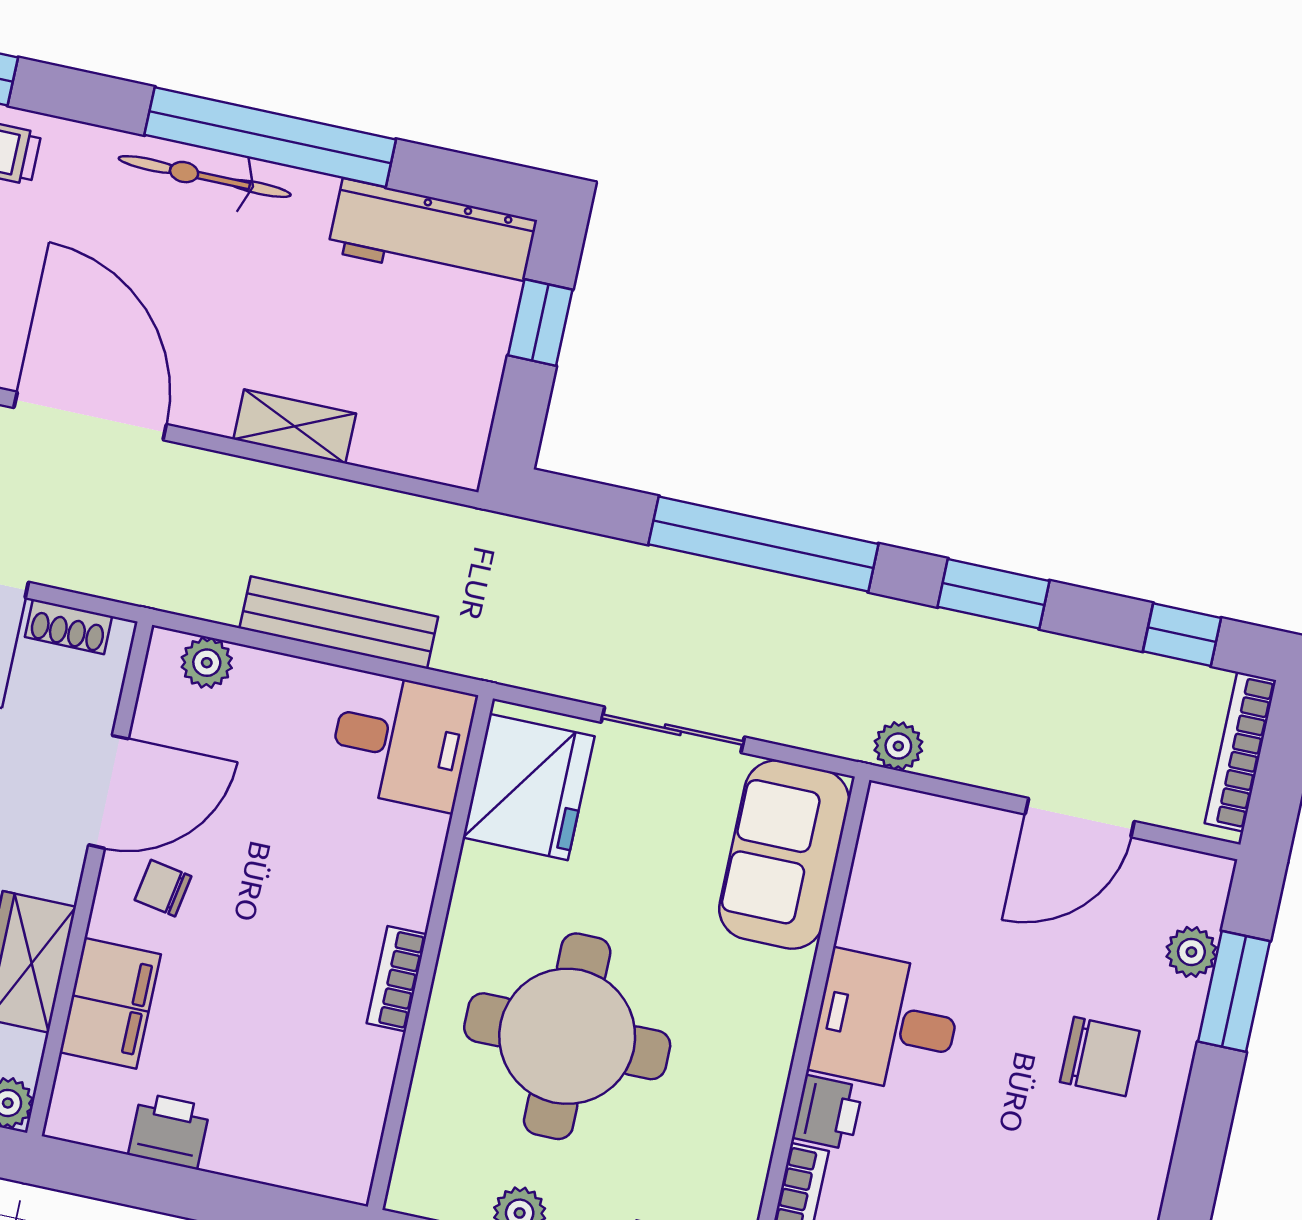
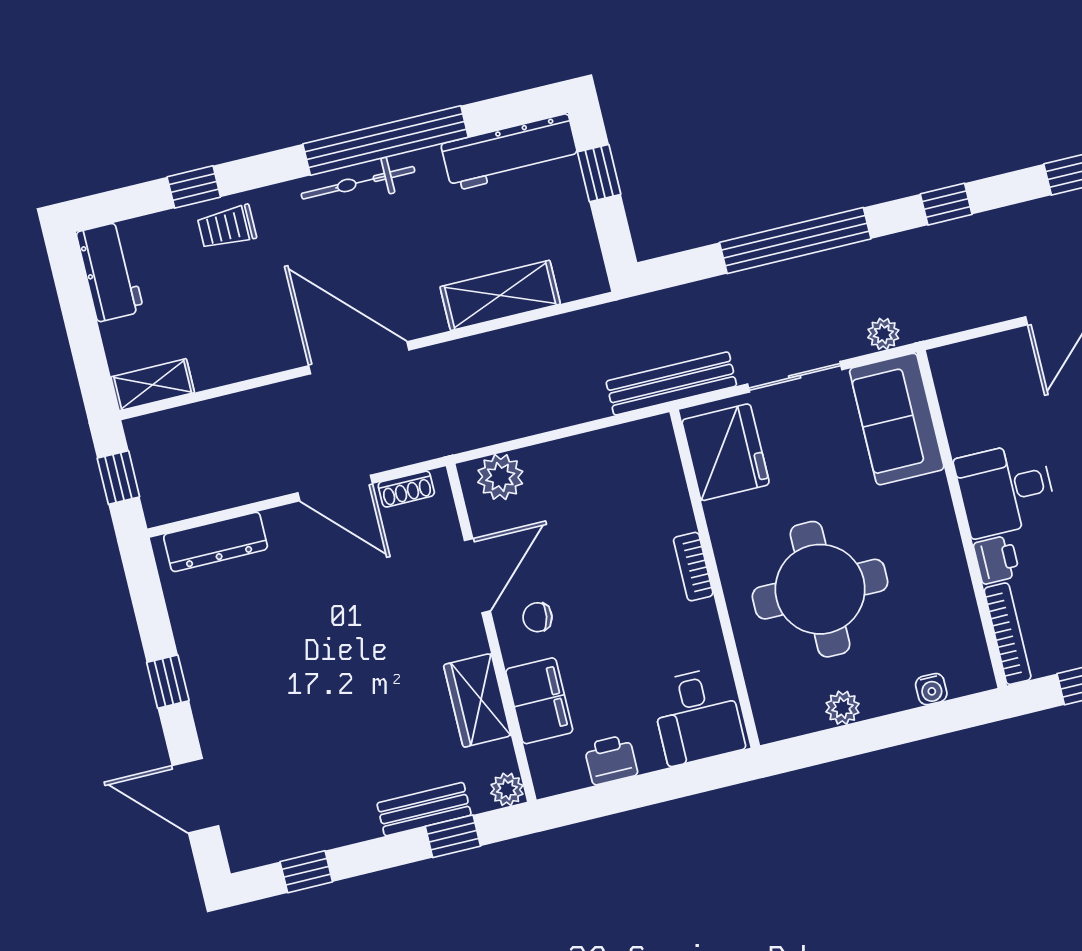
shelving: (295, 426) -> (500, 295), width x1.50, depth x1.33
window: (993, 594) -> (946, 204), width x0.67
bench: (339, 623) -> (671, 383), moved
plant: (207, 663) -> (500, 477), width x1.38, depth x1.38
desk: (401, 741) -> (697, 716), moved, turned 90
plant: (898, 746) -> (883, 334), moved
bookcase: (397, 979) -> (693, 567), moved

